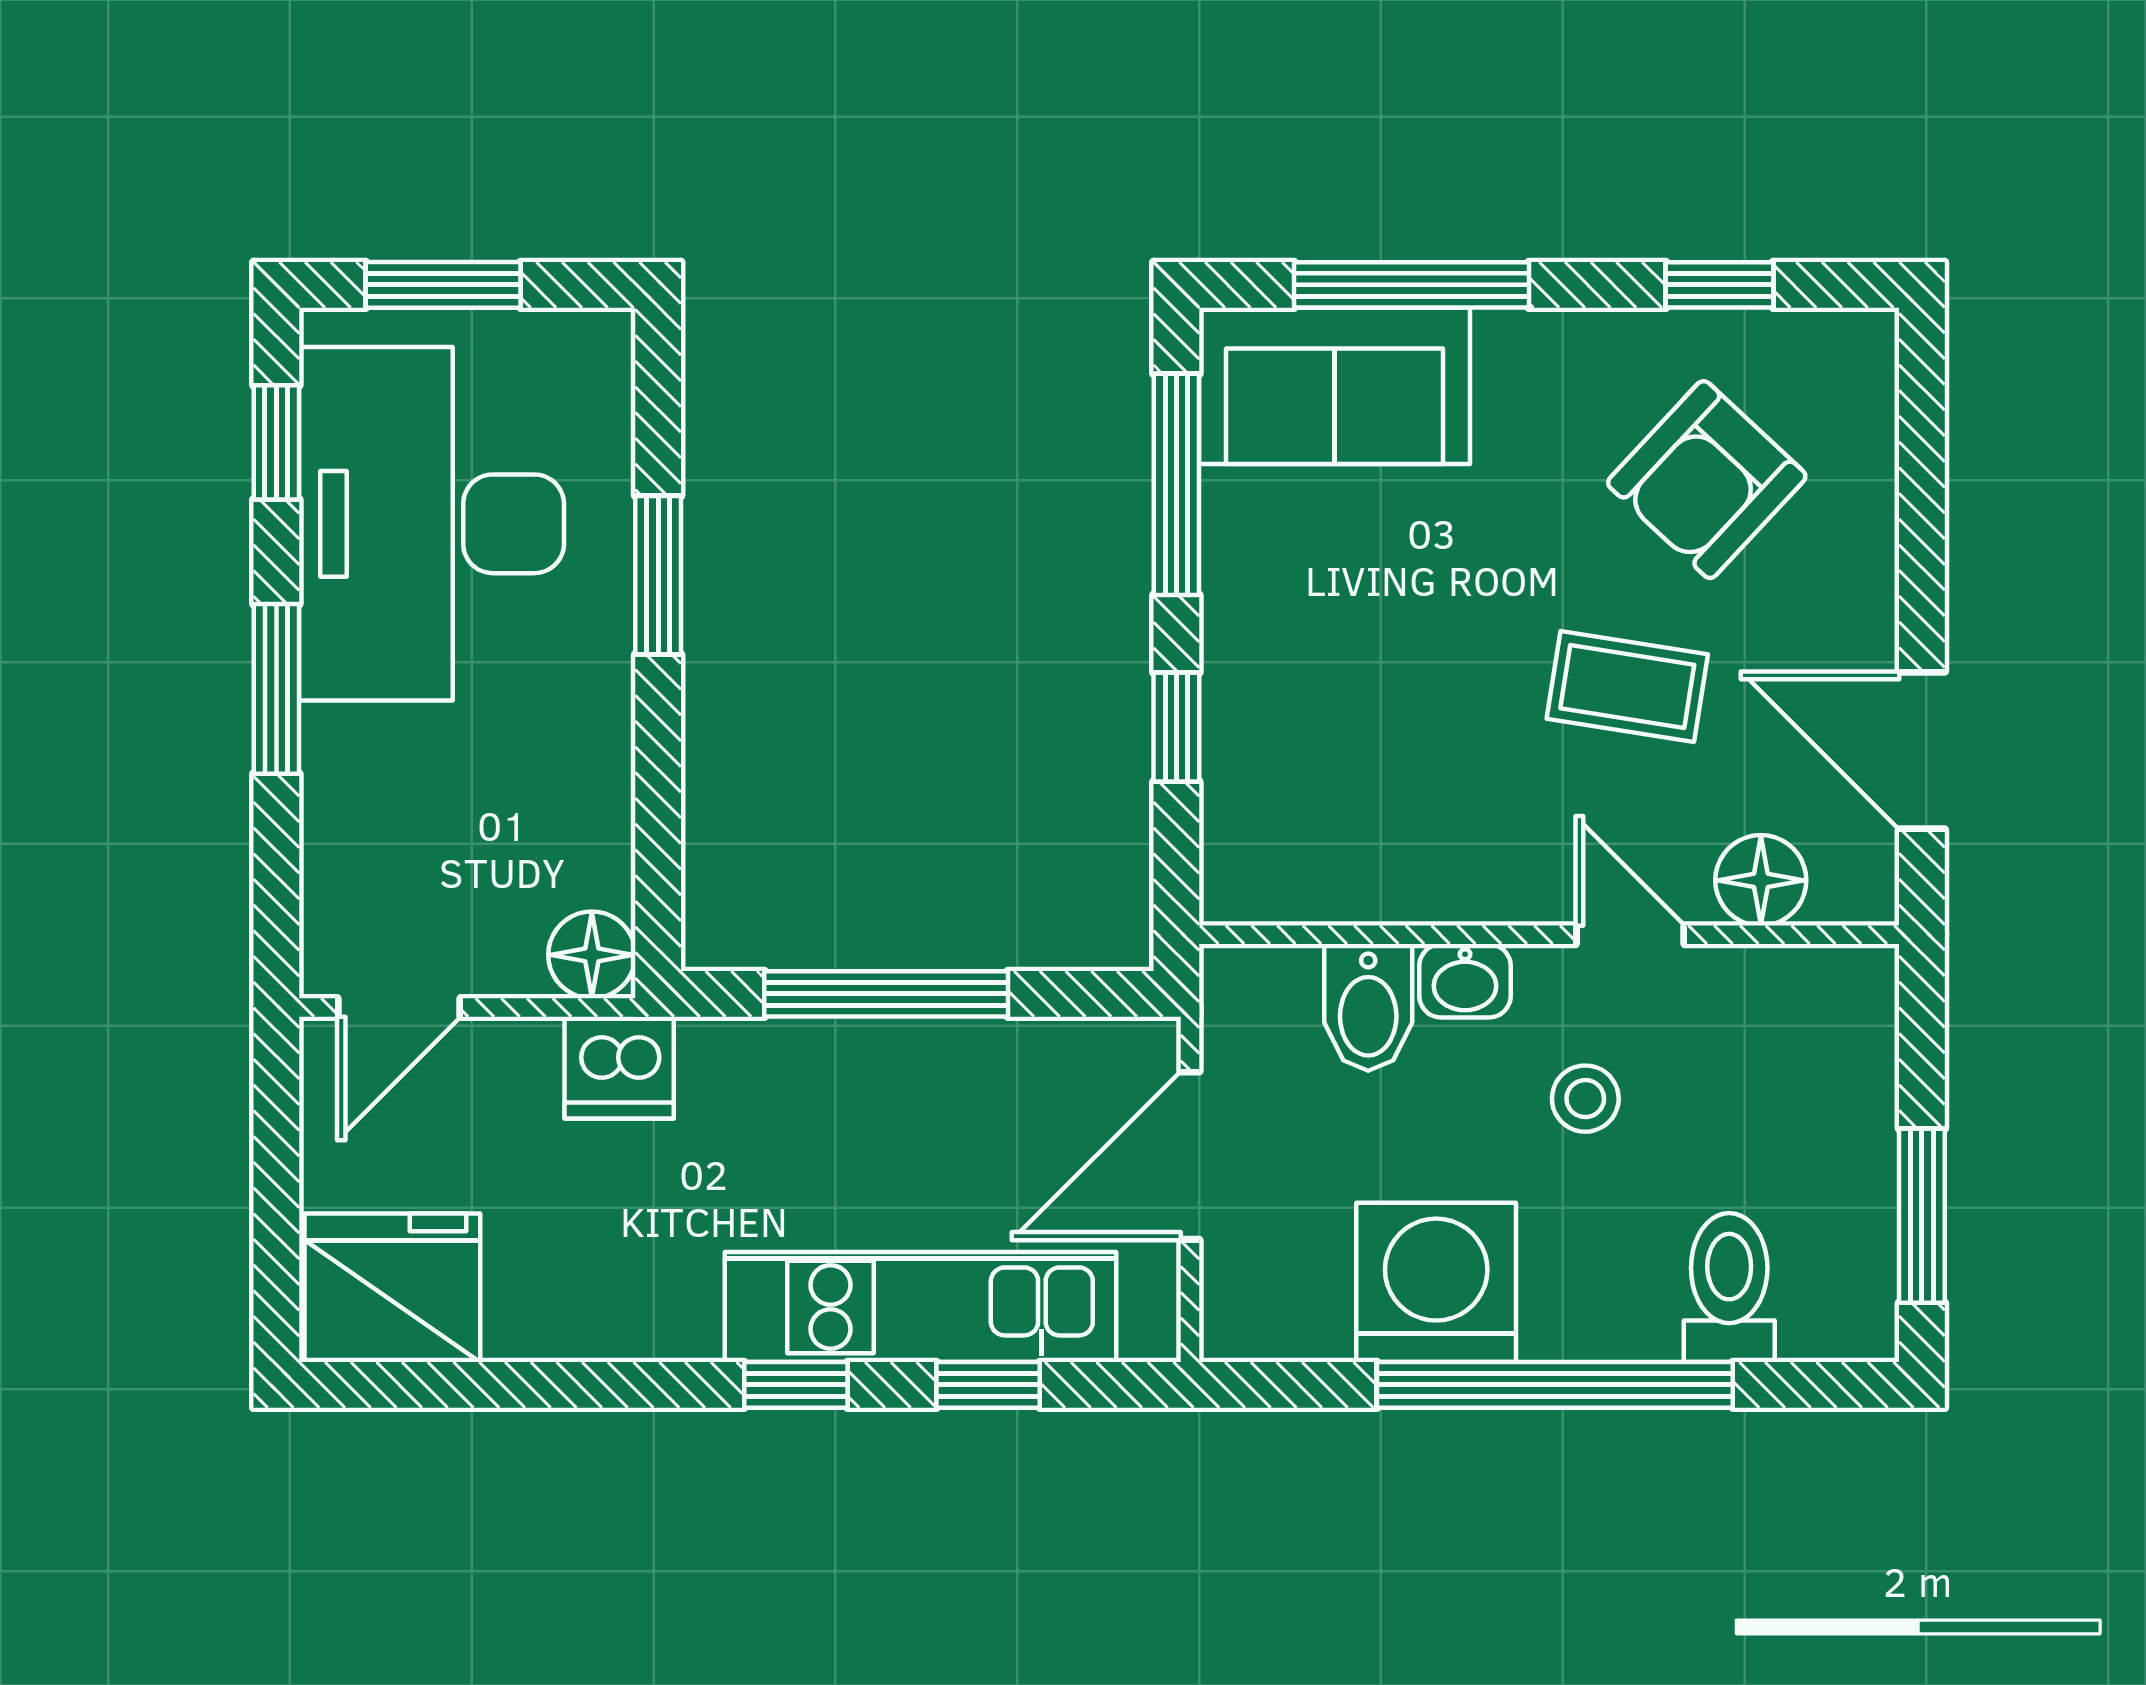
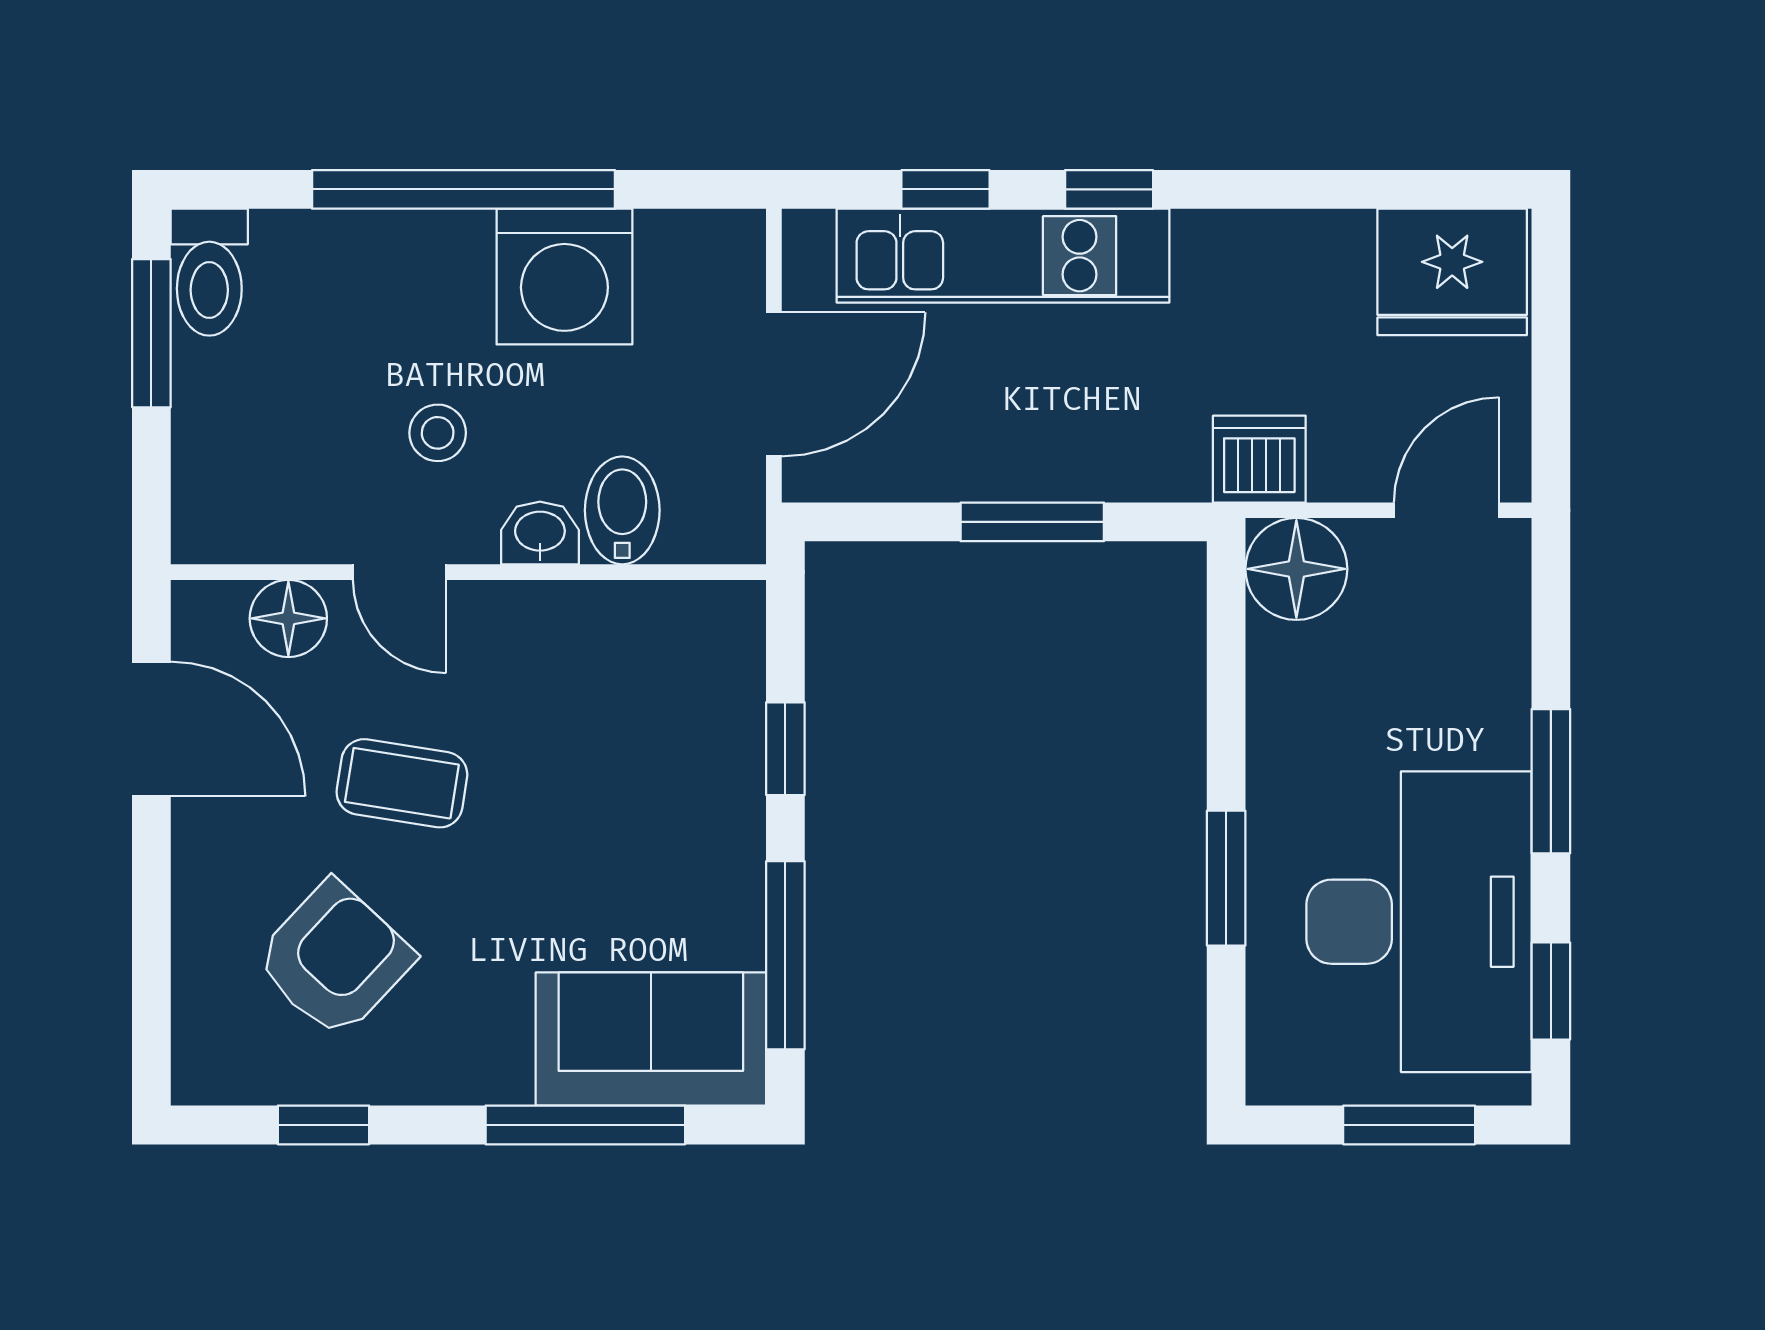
floor lamp: (592, 955) -> (1296, 569), width x1.38, depth x1.38
window: (886, 994) -> (1032, 522), width x0.69
toilet: (1729, 1287) -> (209, 272), moved

